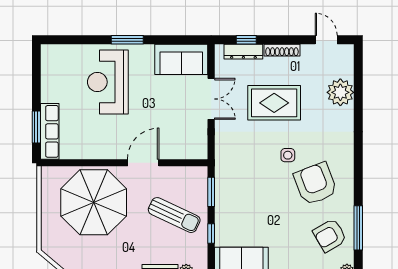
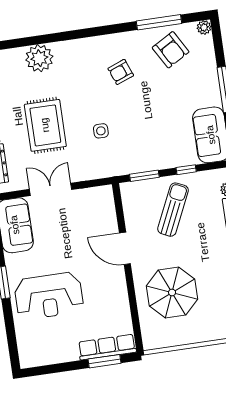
plant: (340, 92) -> (39, 58), moved
side table: (288, 155) -> (101, 131), moved
armchair: (315, 184) -> (121, 72), width x0.53, depth x0.53
parasol: (94, 202) -> (172, 293), width x0.73, depth x0.73

